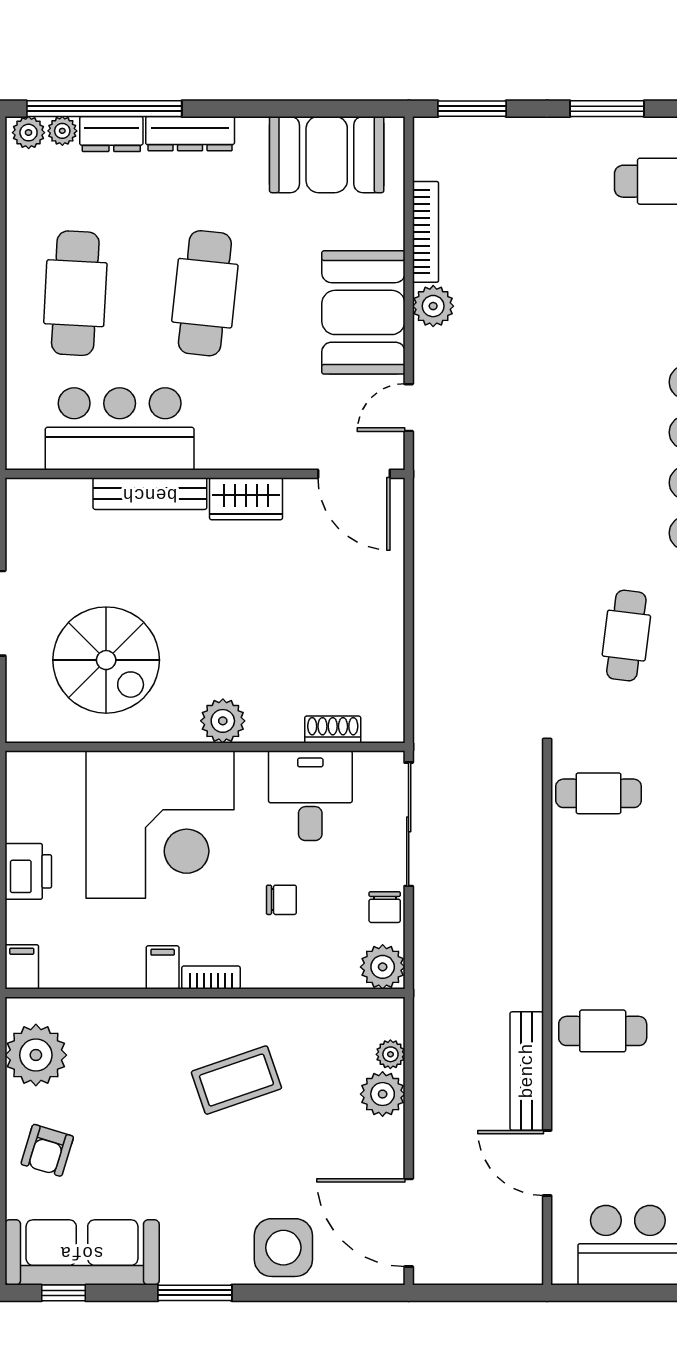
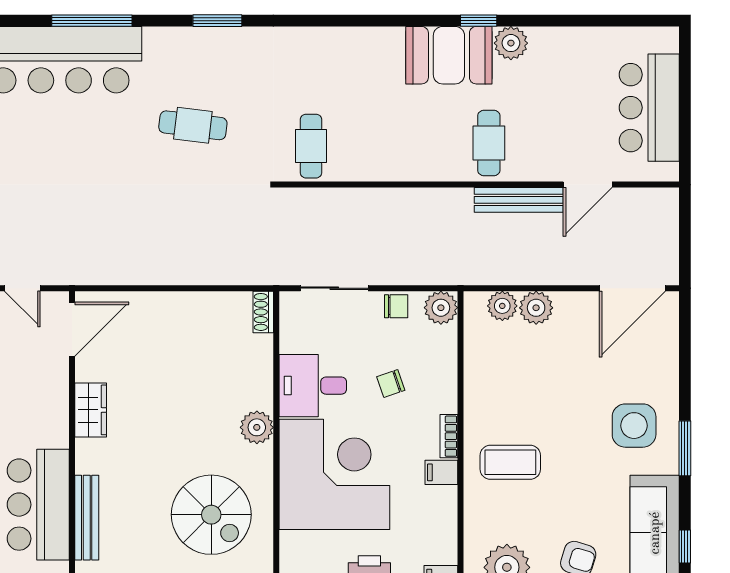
bench: (150, 494) -> (87, 518), moved
spiral stairs: (106, 660) -> (211, 515), turned 90
shoe rack: (333, 729) -> (263, 312), moved
desk: (310, 796) -> (313, 386), moved
sliding door: (409, 824) -> (334, 288), width x0.73
chair: (281, 900) -> (391, 383), turned -109
plant: (390, 1054) -> (502, 306), width x1.38, depth x1.38
coffee table: (236, 1080) -> (510, 462), moved, turned -71
side table: (283, 1248) -> (634, 426), moved

